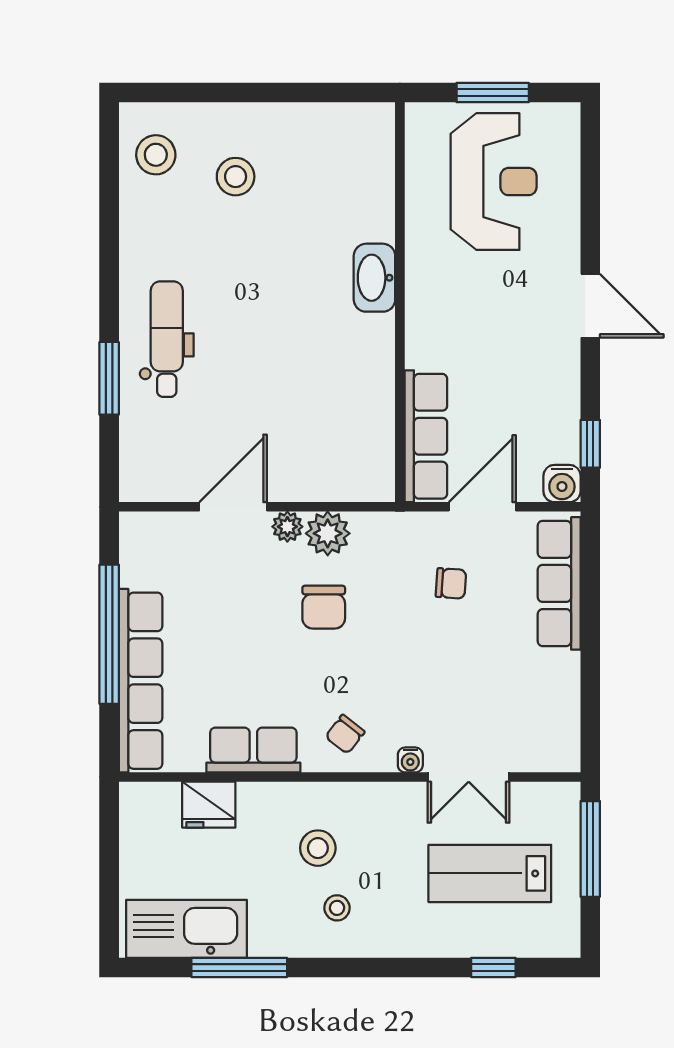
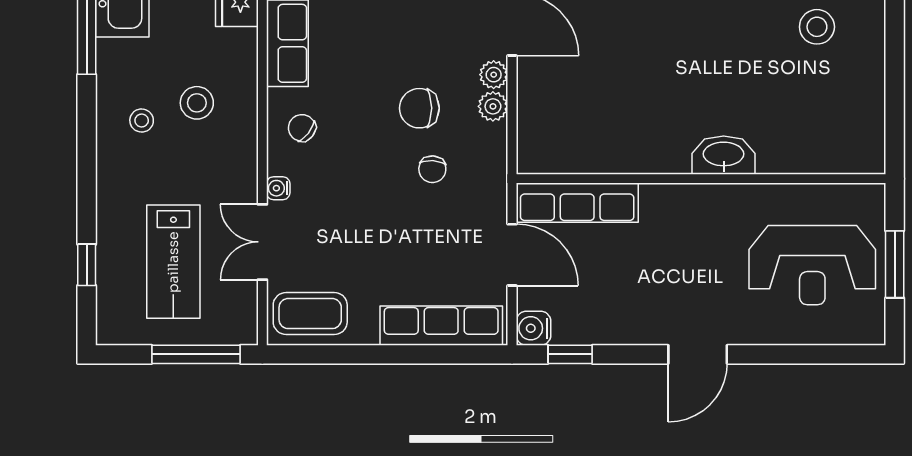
plant: (328, 533) -> (493, 106), width x0.73, depth x0.73
chair: (451, 583) -> (432, 169), moved
coffee table: (546, 725) -> (310, 314), added
lab bench: (490, 873) -> (173, 262), turned 180

